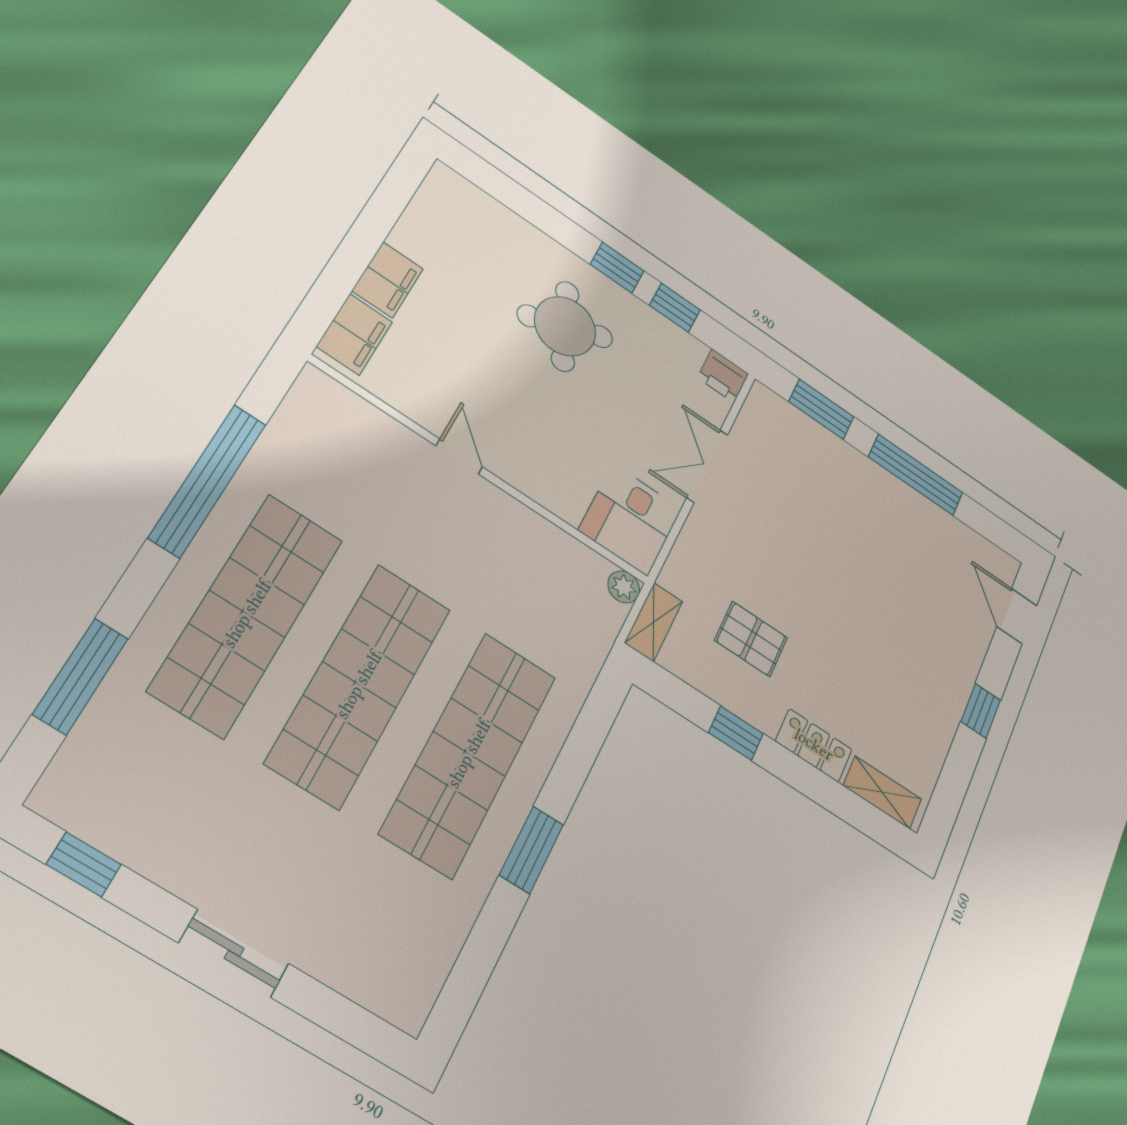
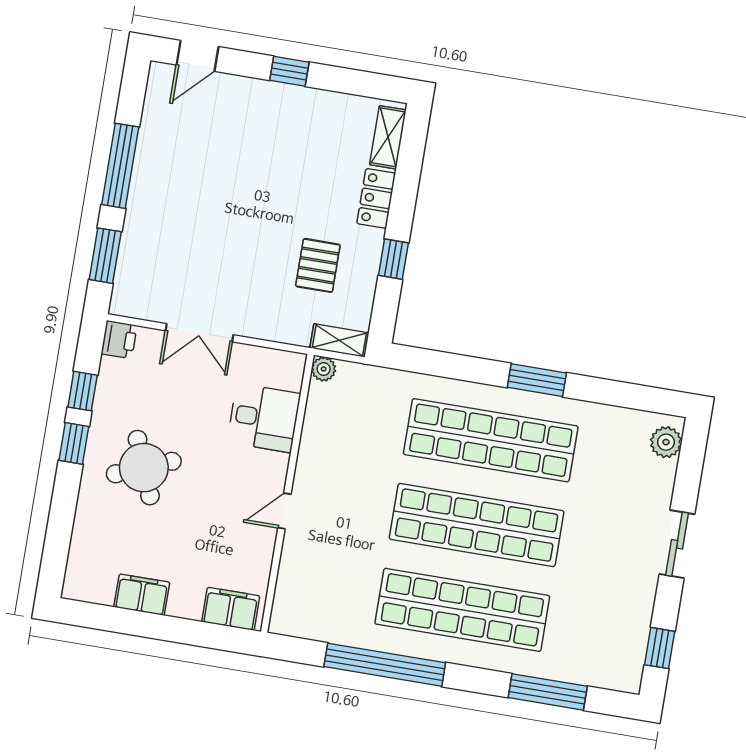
filing cabinet: (388, 280) -> (142, 595), moved
desk: (630, 519) -> (264, 418), moved
plant: (390, 996) -> (666, 442), added

